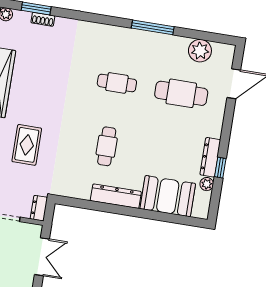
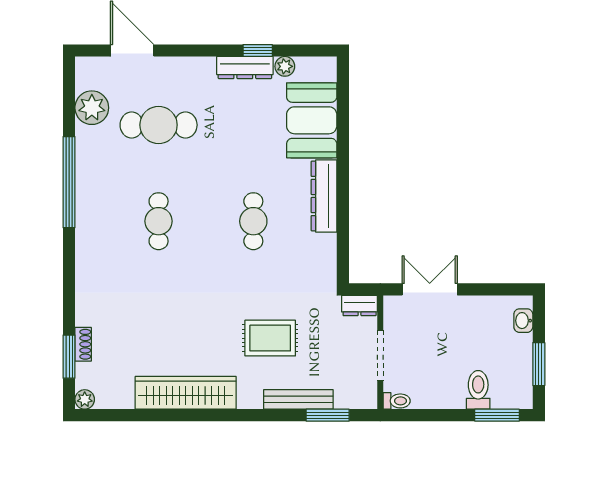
window: (153, 27) -> (69, 182), width x1.46
cafe table: (181, 93) -> (159, 125), turned 90
cafe table: (107, 146) -> (253, 221), turned 90

